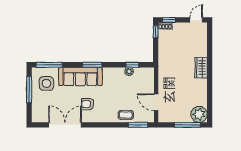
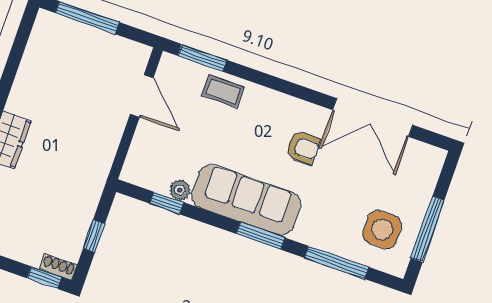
window: (156, 32) -> (94, 236), moved
window: (49, 65) -> (336, 262), moved
sofa: (80, 77) -> (246, 200), moved
plant: (199, 114) -> (51, 33), removed

